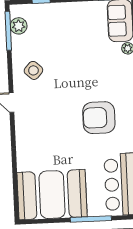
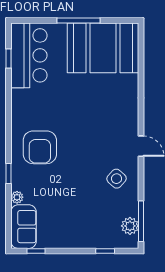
armchair: (99, 118) -> (40, 147), moved, turned 90
window: (91, 219) -> (79, 21), moved

